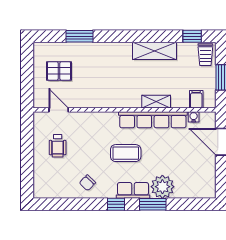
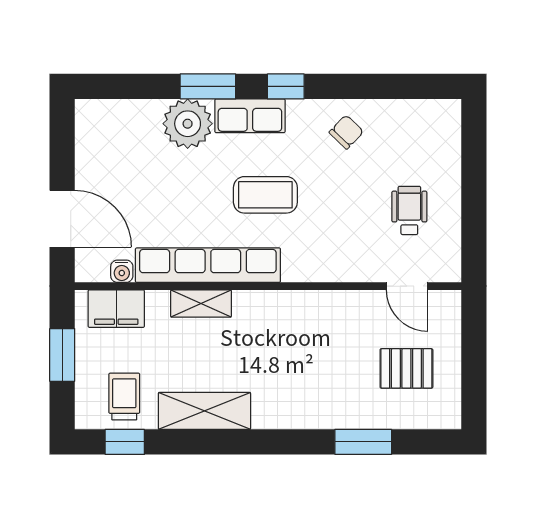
trolley: (205, 55) -> (124, 396), moved
filing cabinet: (196, 99) -> (116, 309), width x2.00

